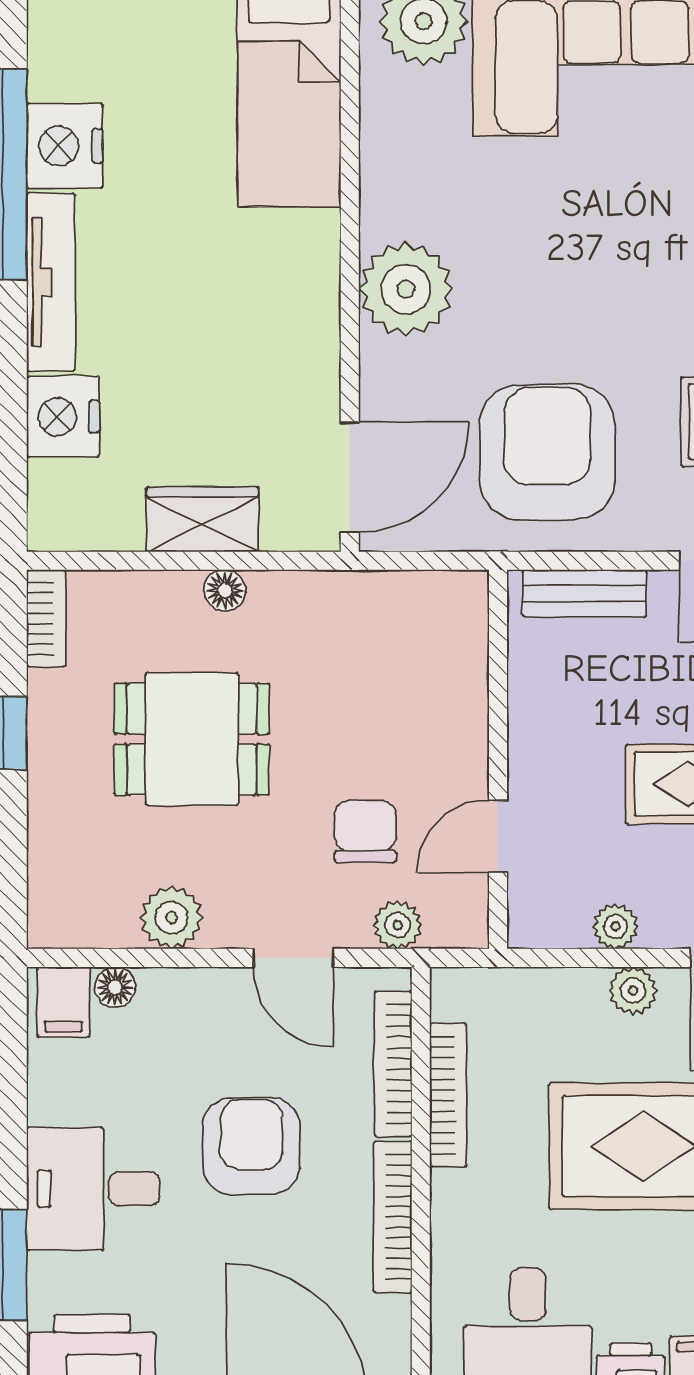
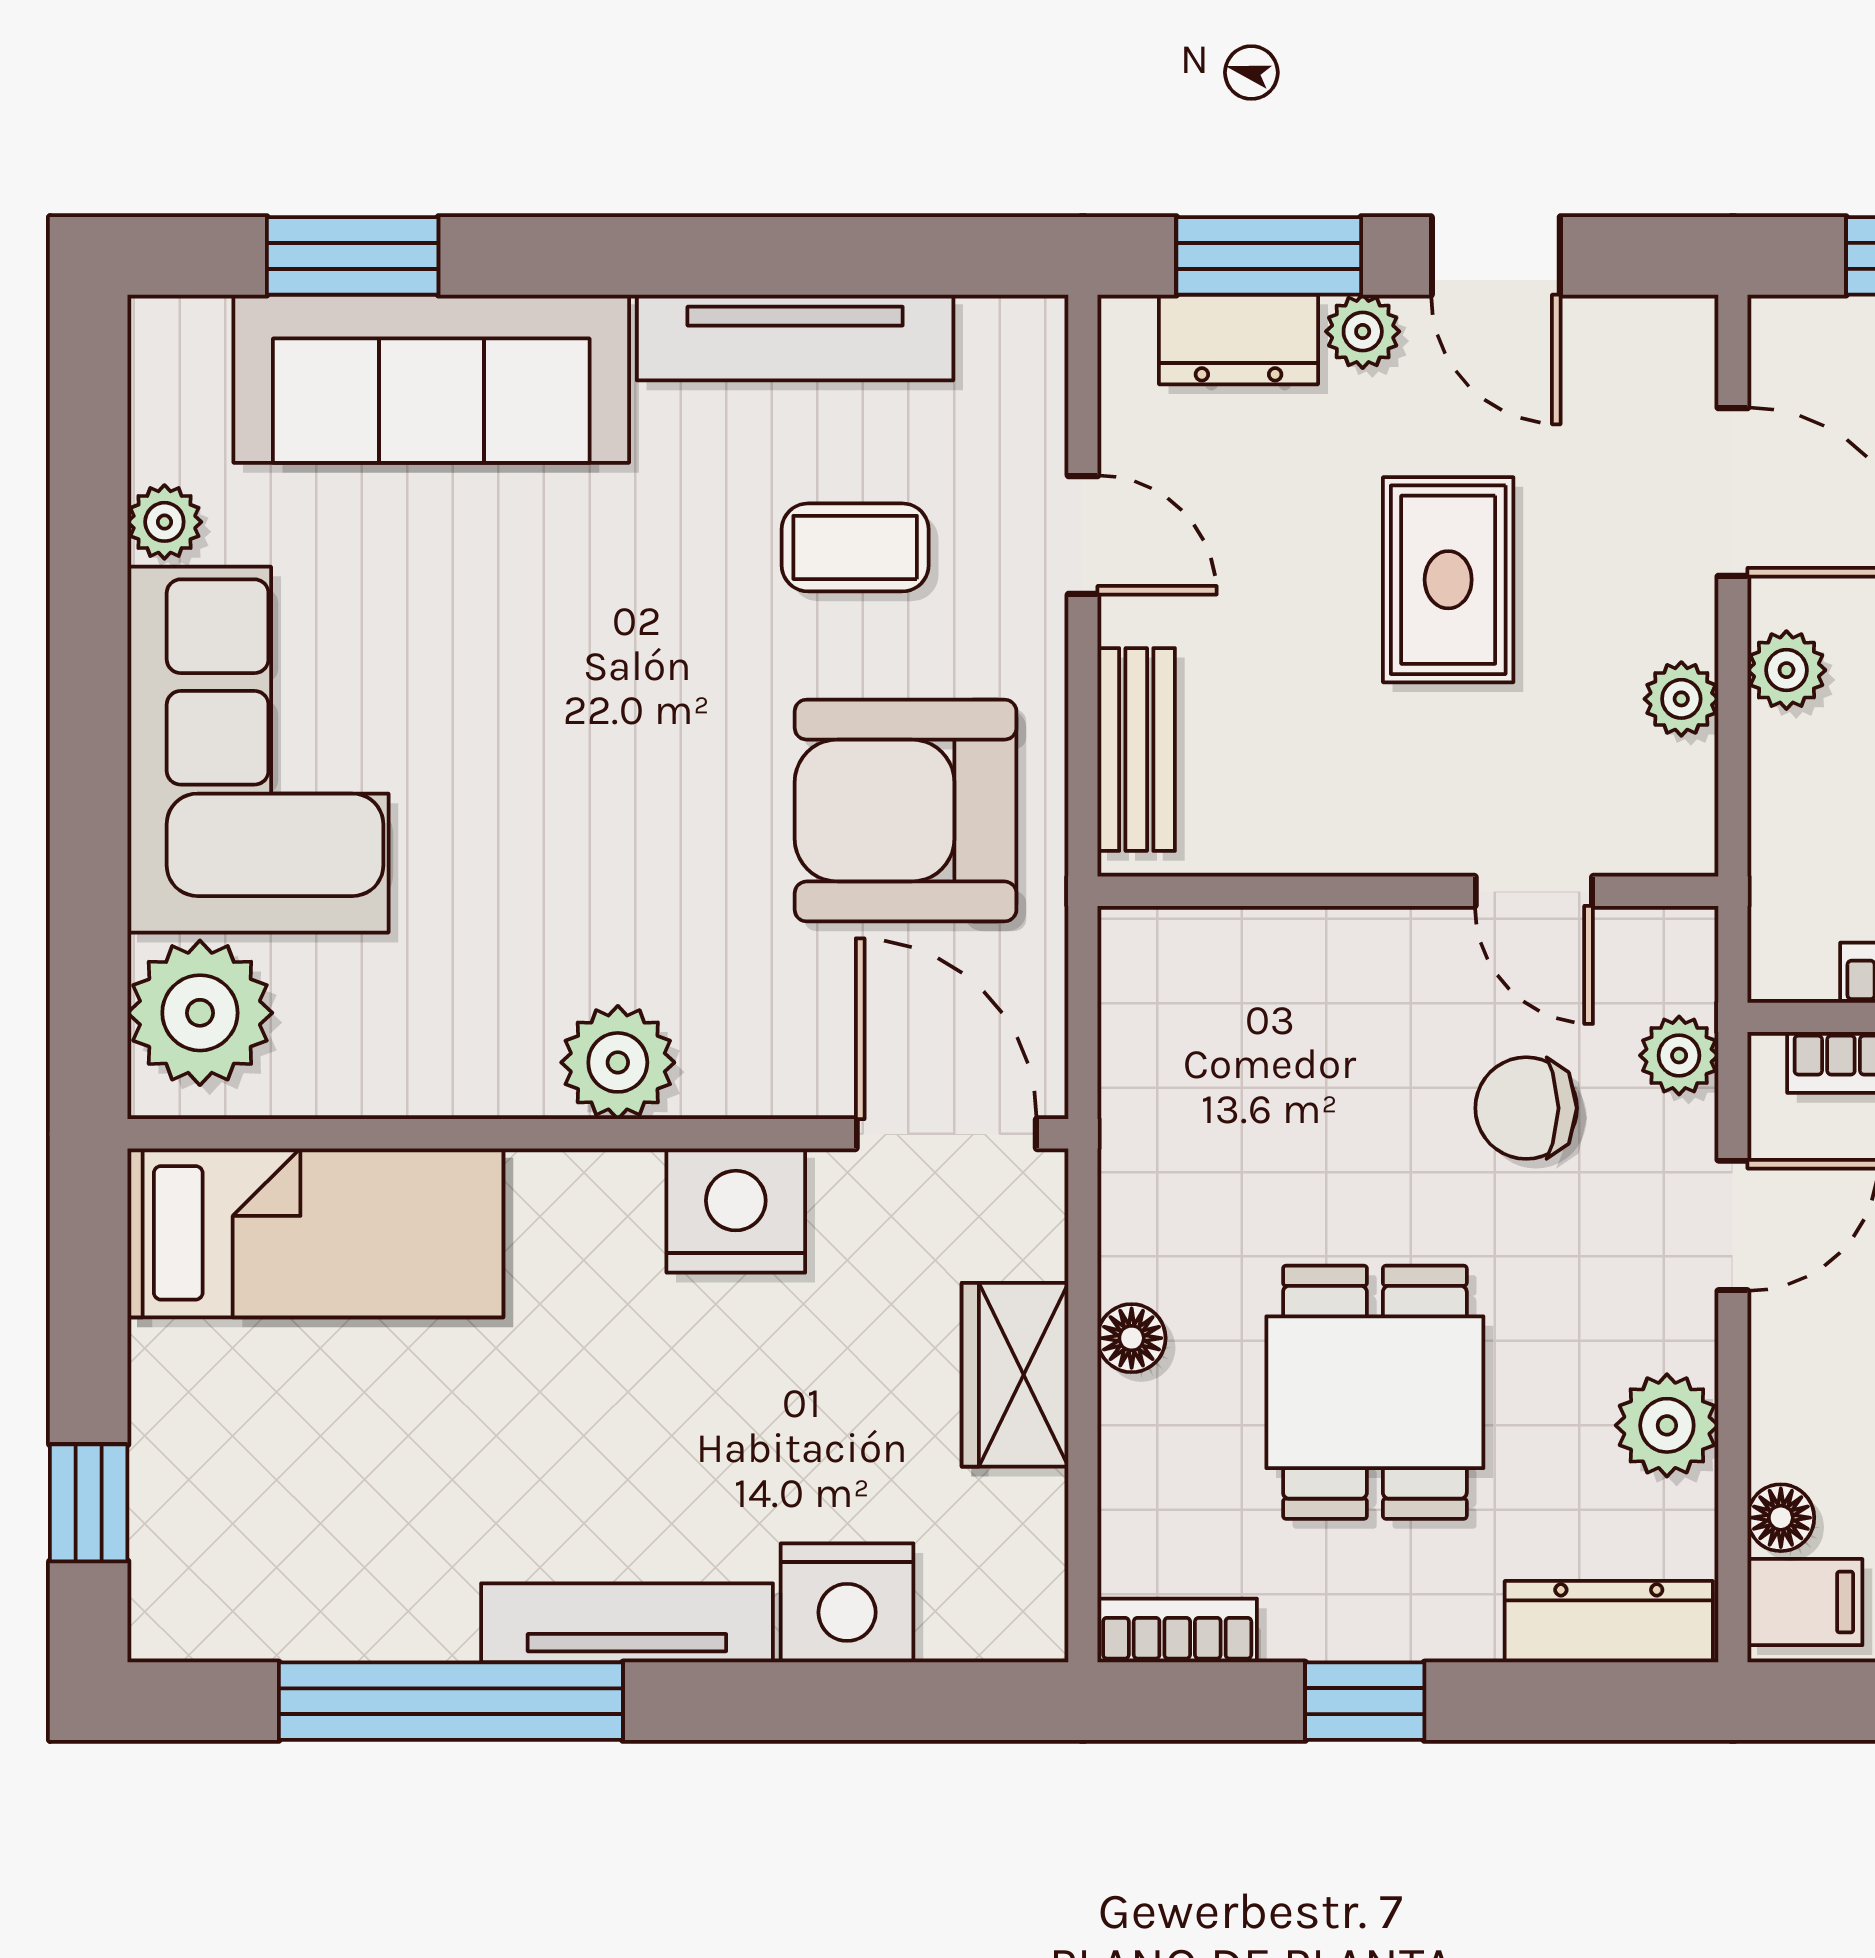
nightstand: (65, 146) -> (736, 1211), moved, turned 180
plant: (406, 289) -> (618, 1062), width x0.73, depth x0.73
dresser: (52, 882) -> (1609, 1622), added

